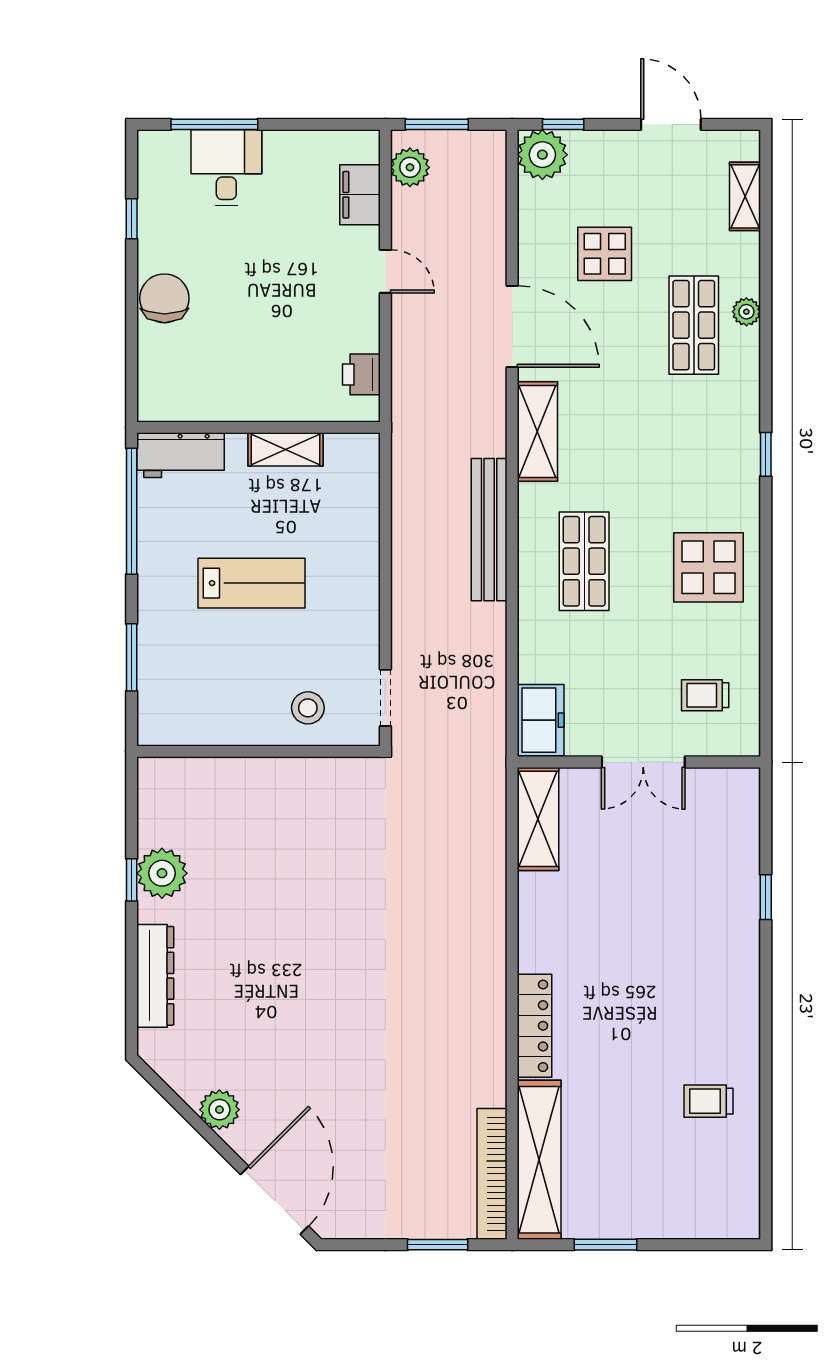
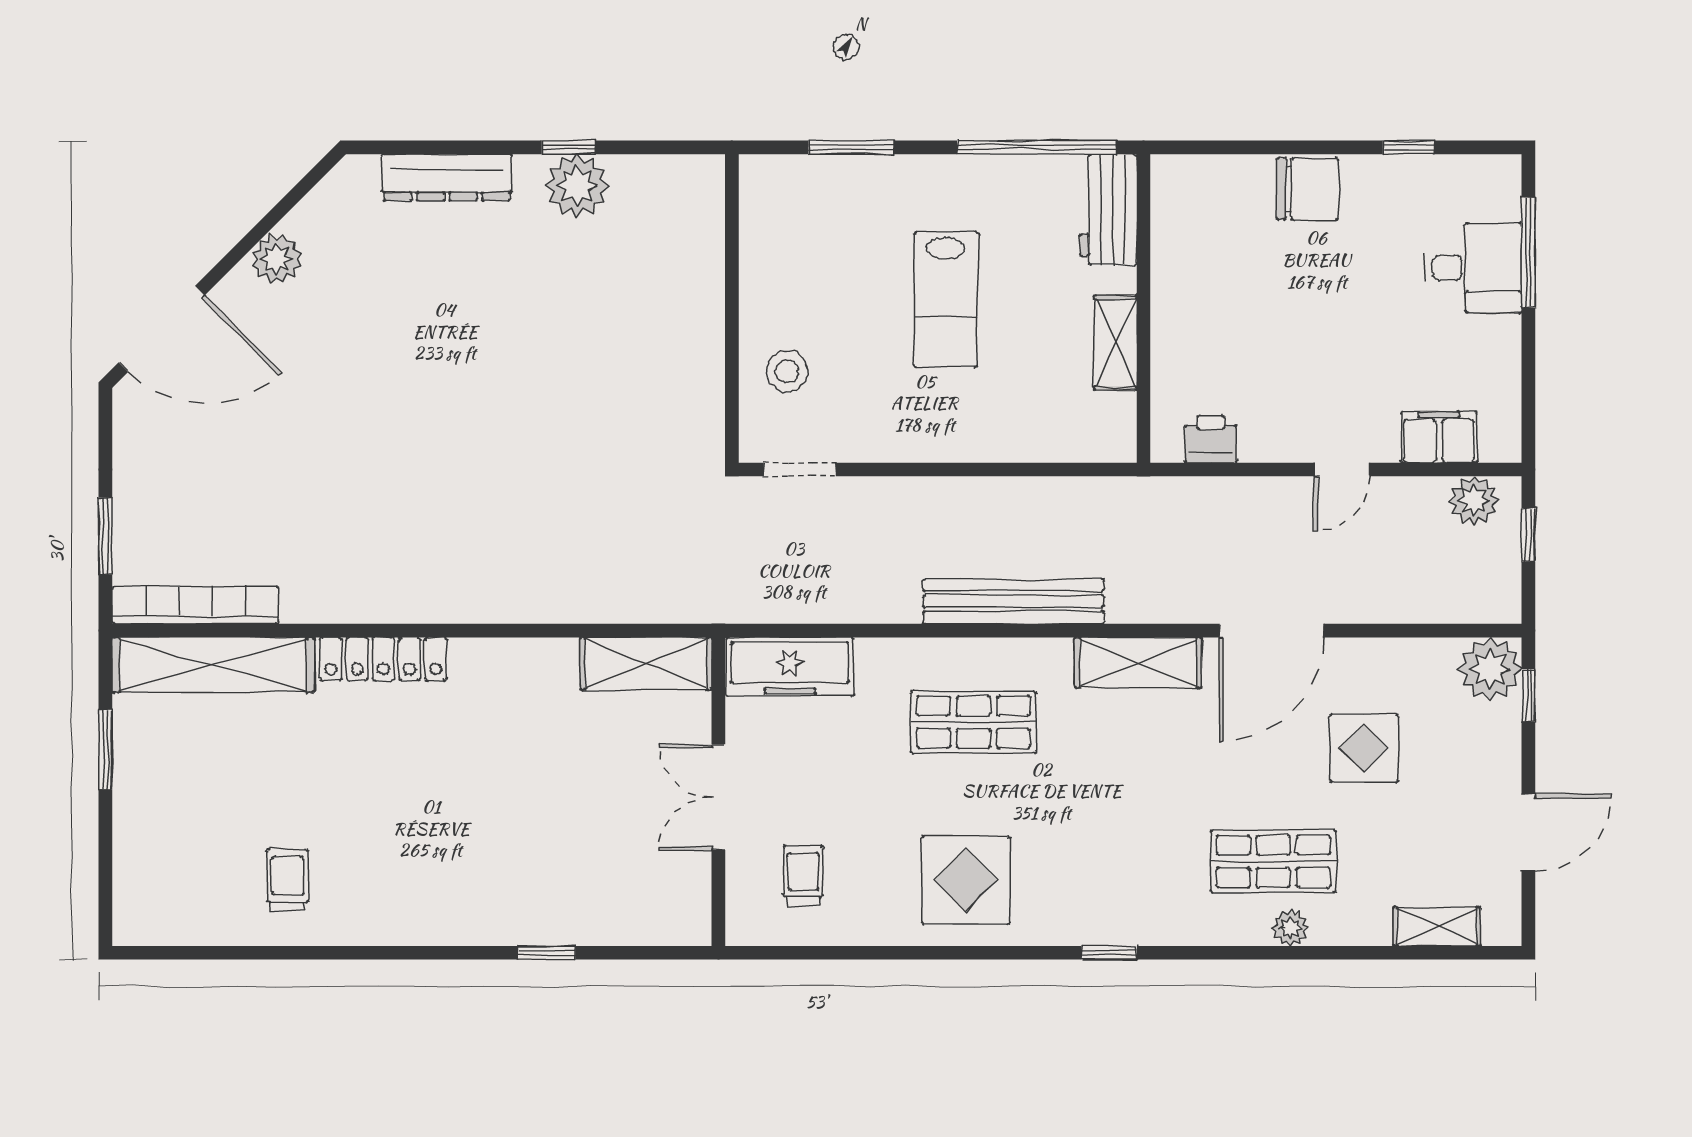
window: (437, 124) -> (1528, 535), width x0.67
freezer: (541, 720) -> (790, 667), width x1.40

